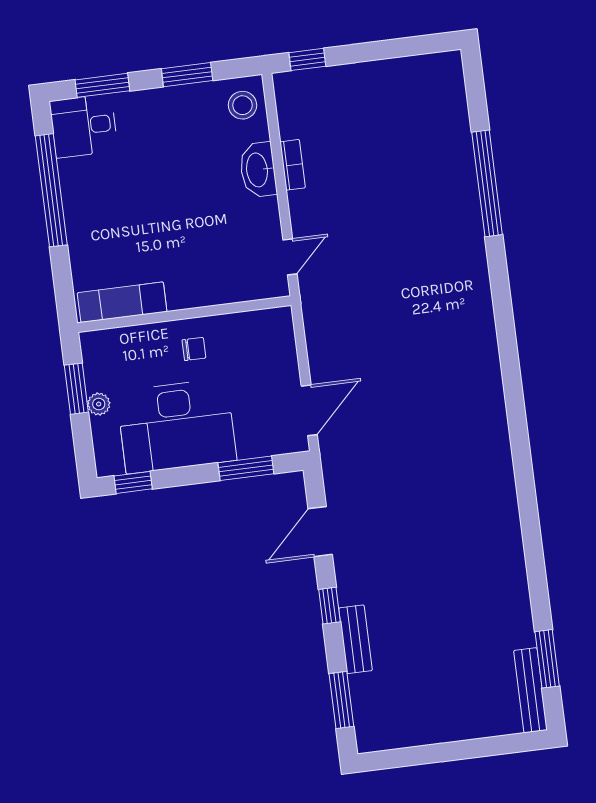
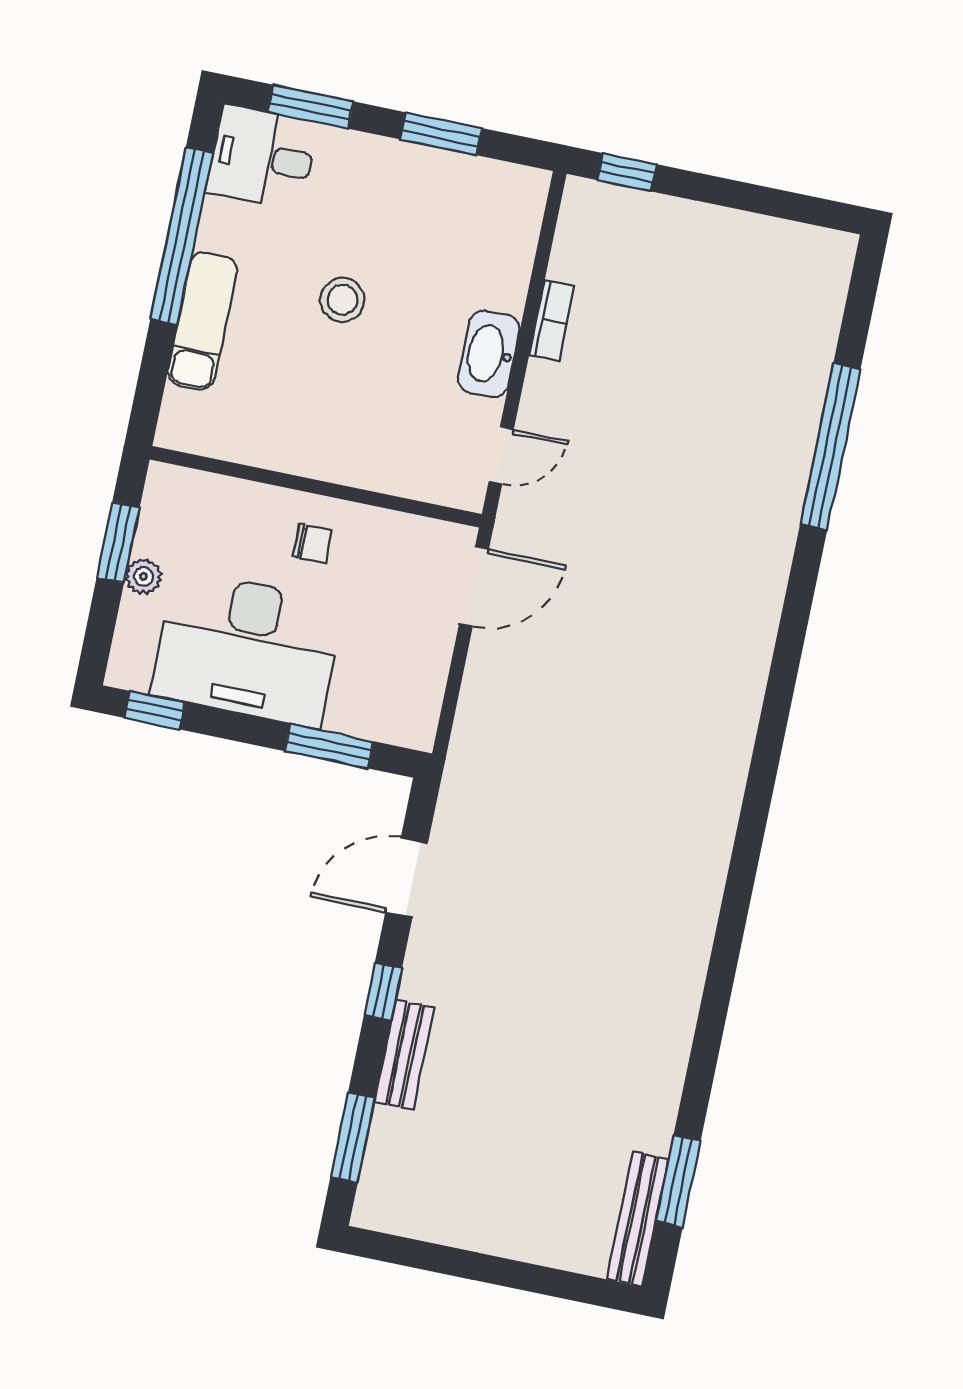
stool: (243, 105) -> (342, 300), moved
washbasin: (258, 170) -> (489, 354), moved
exam couch: (122, 302) -> (202, 321), moved, turned 90
door: (309, 410) -> (474, 586), moved

